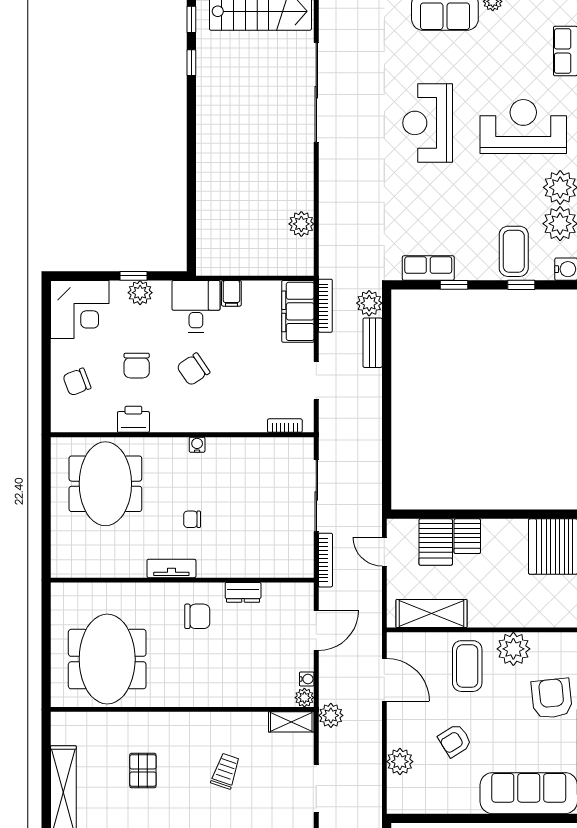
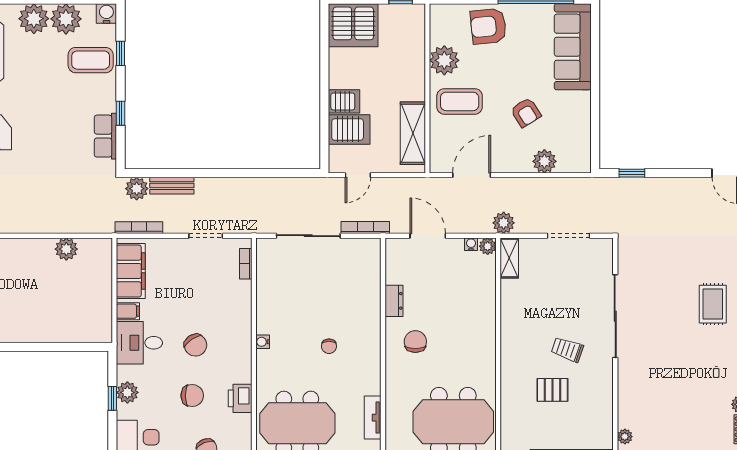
filing cabinet: (298, 311) -> (131, 271), moved, turned -90
tv unit: (171, 568) -> (373, 418), moved
trolley: (225, 771) -> (567, 350), moved

